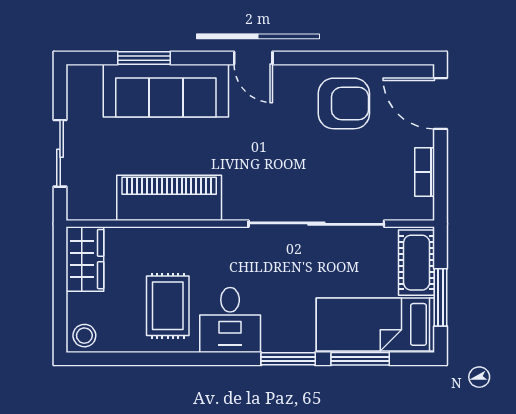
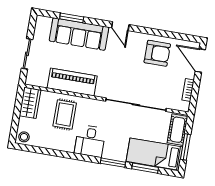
rug: (168, 306) -> (65, 114), moved

